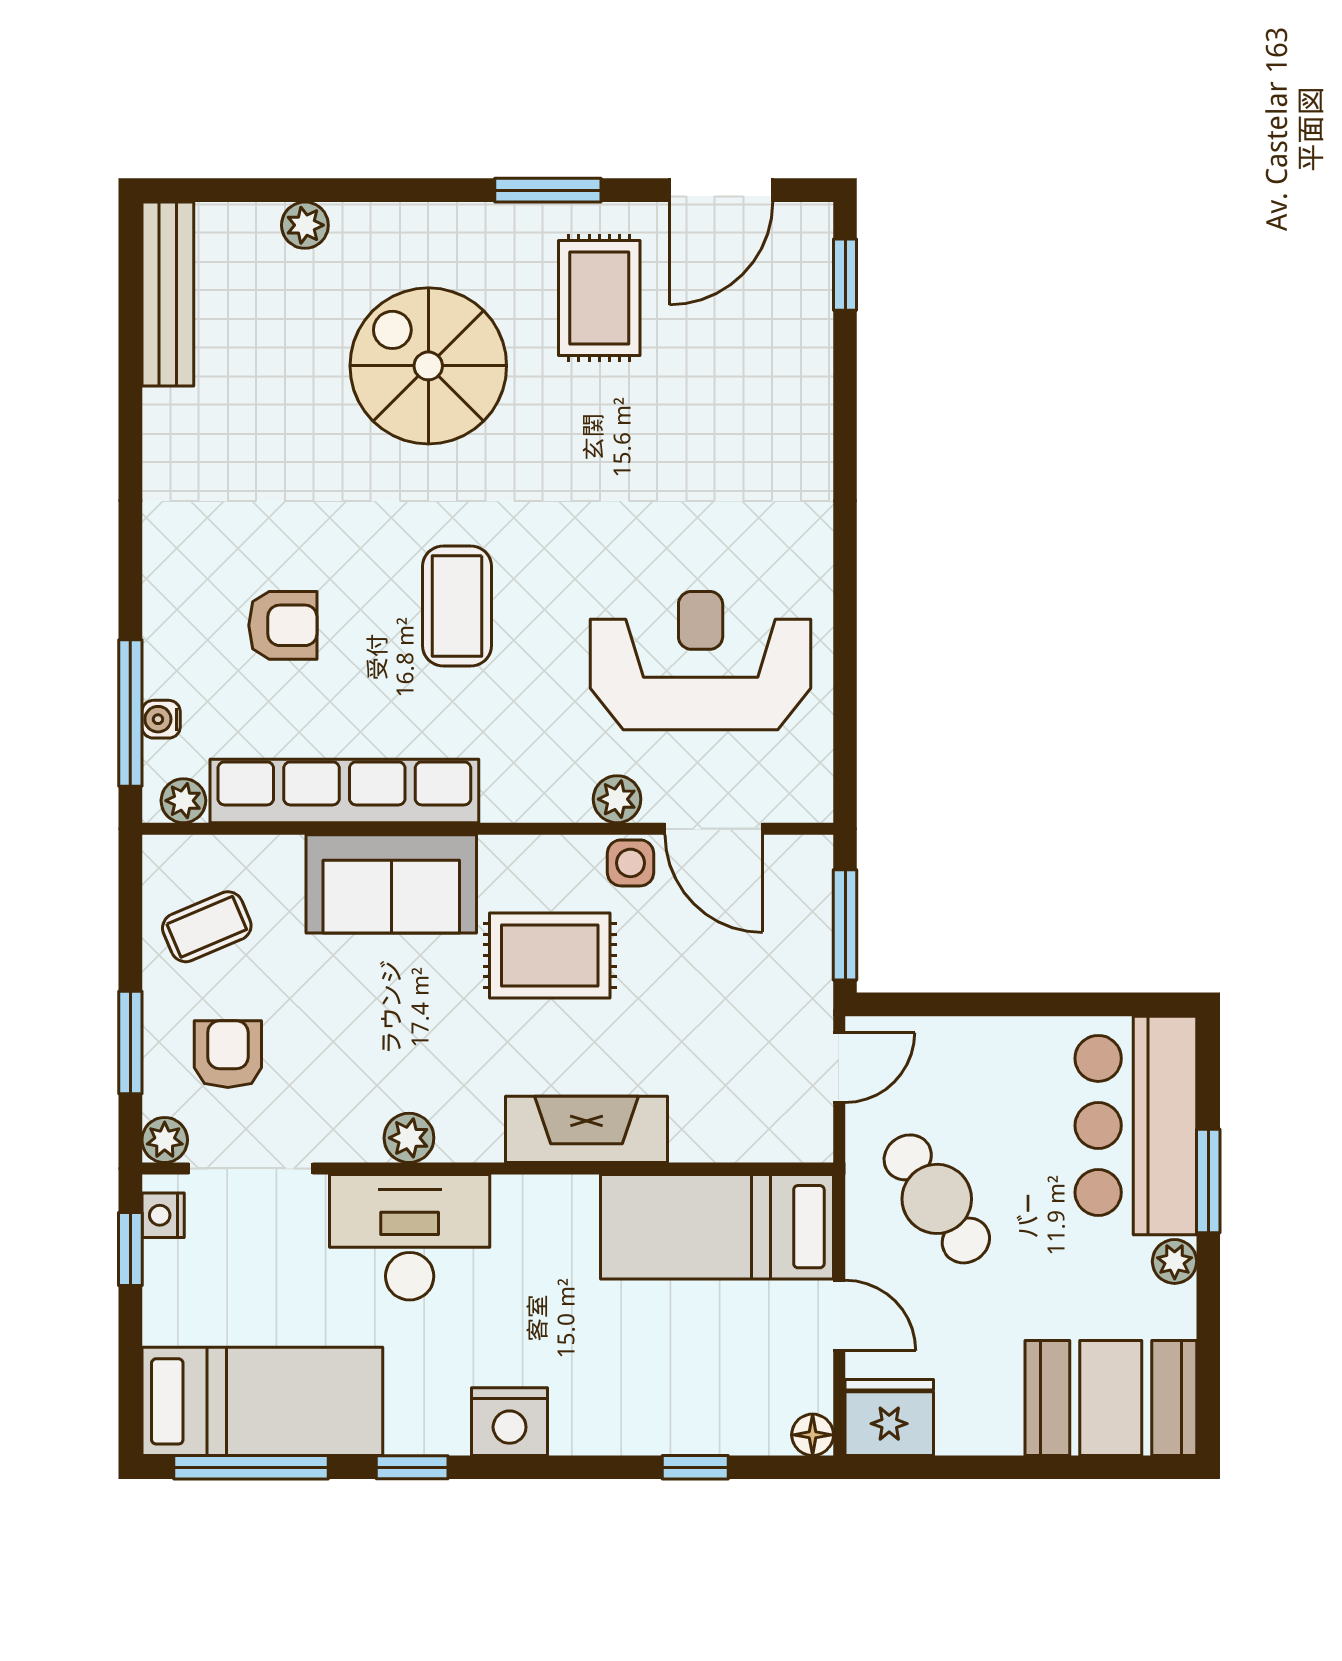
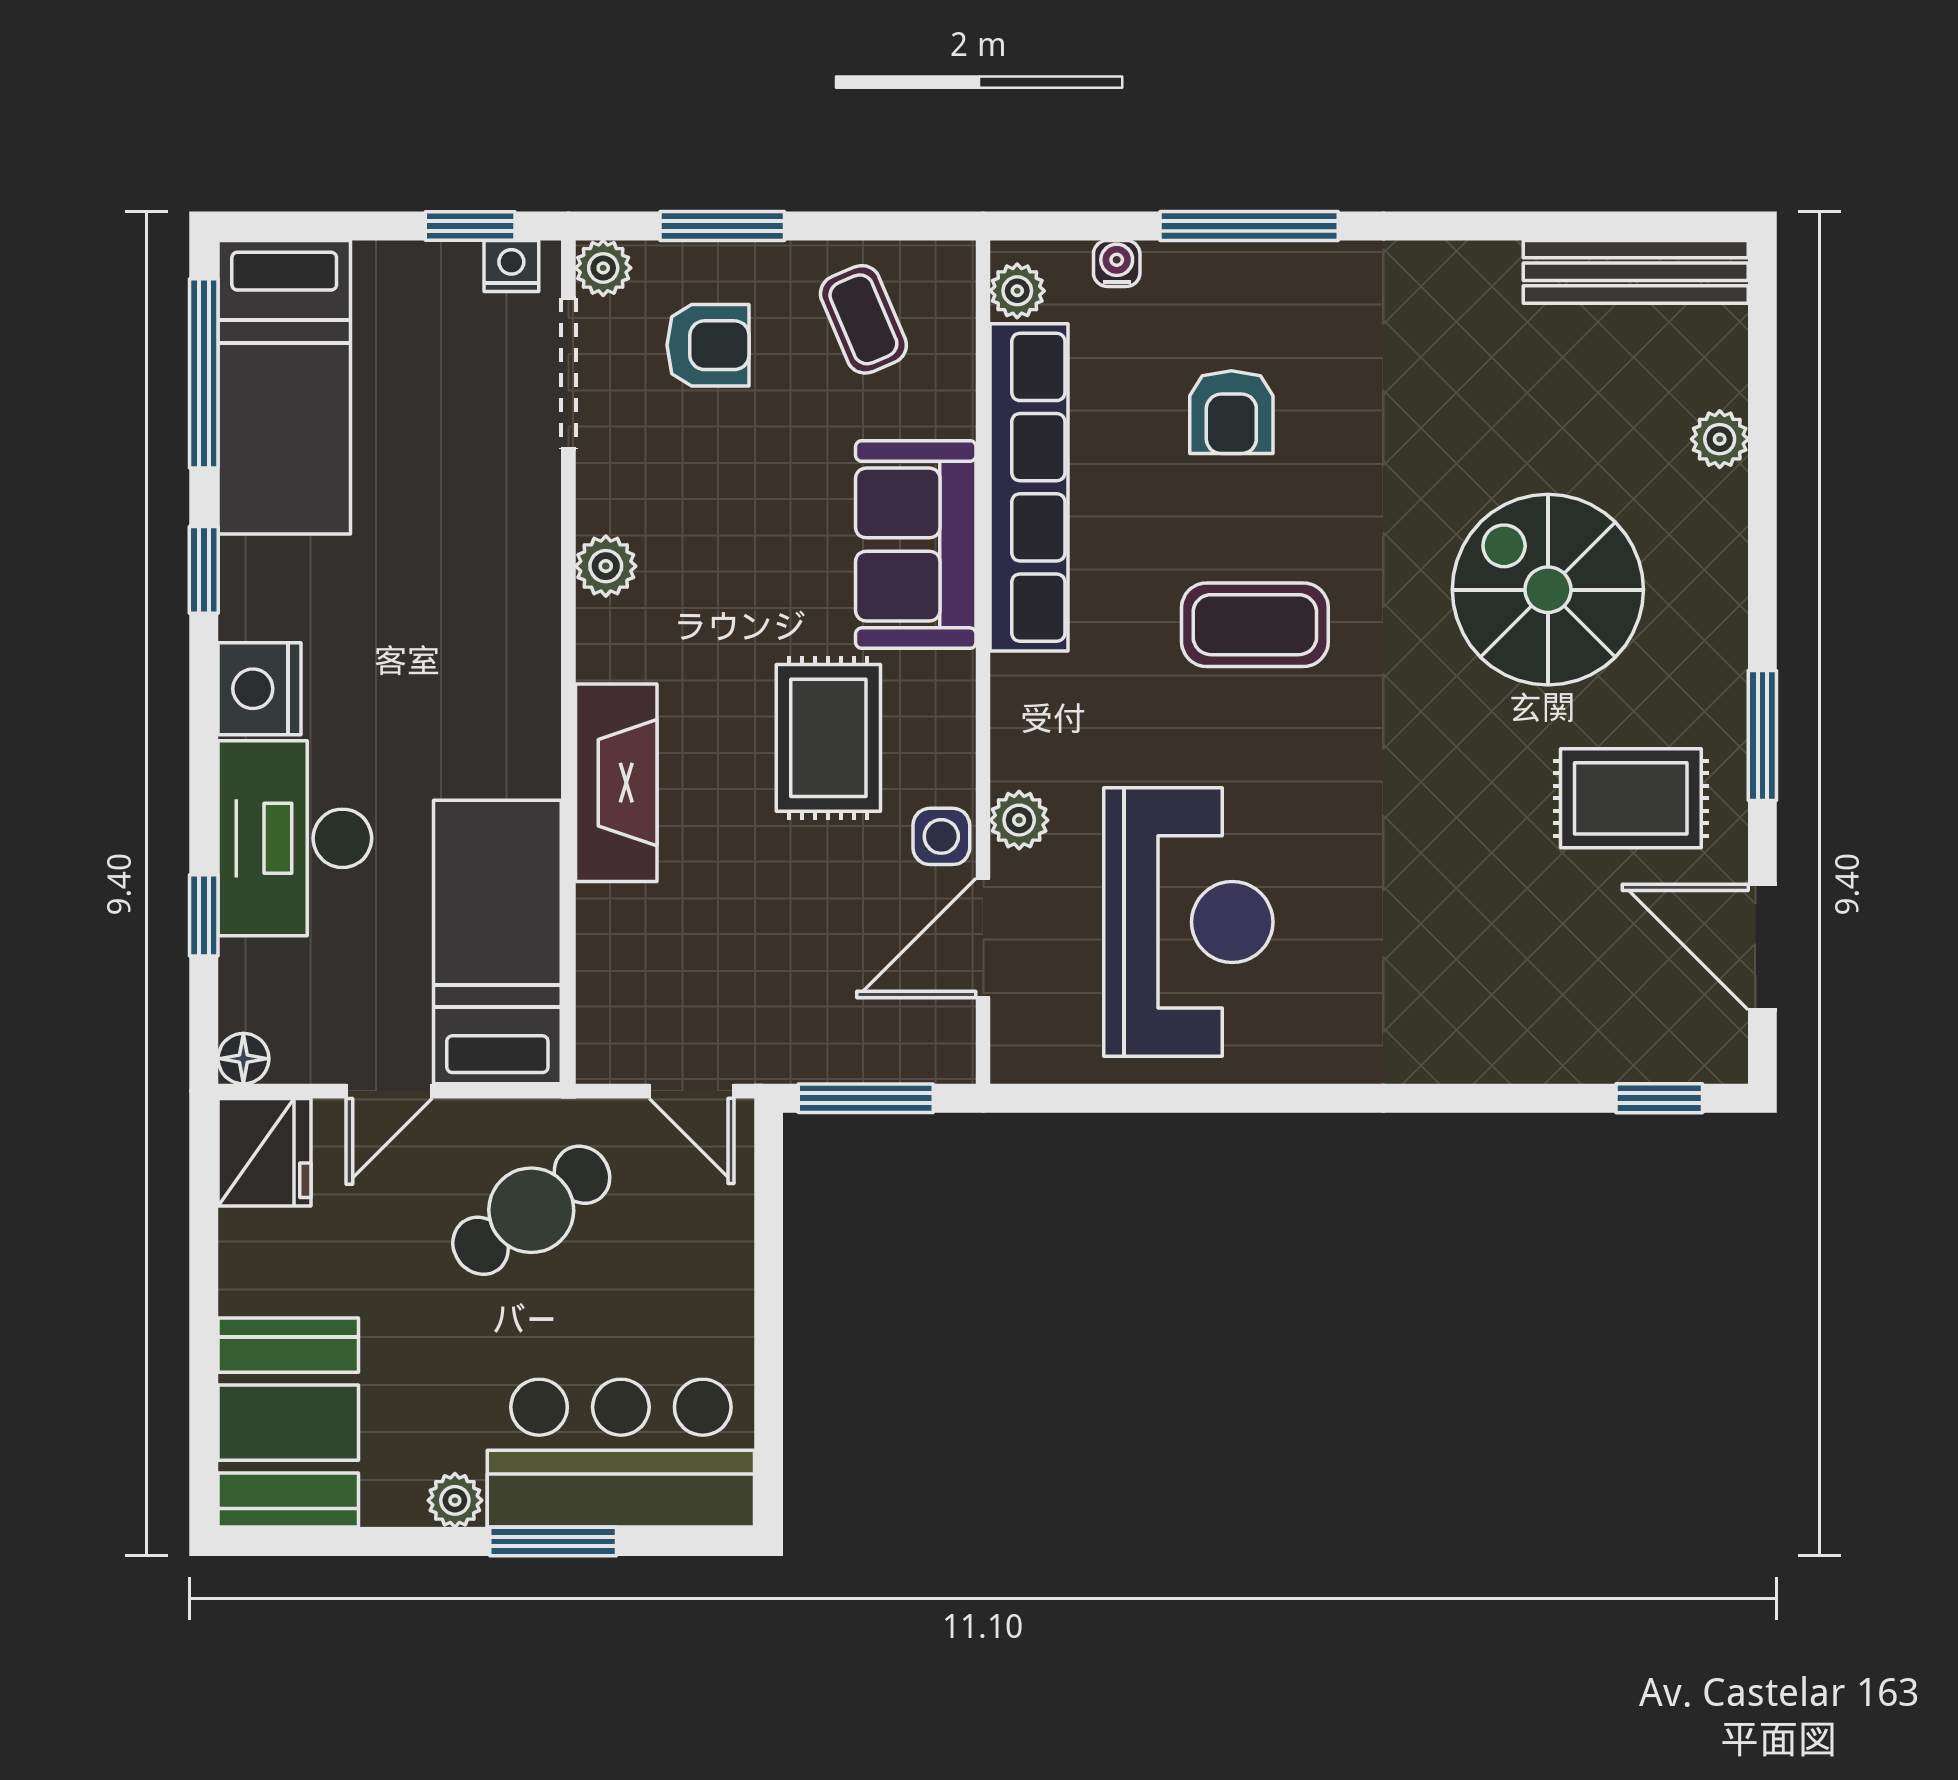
spiral stairs: (428, 366) -> (1548, 590), turned -90
window: (130, 713) -> (1249, 226), moved
desk: (410, 1237) -> (295, 838), moved, turned 180

